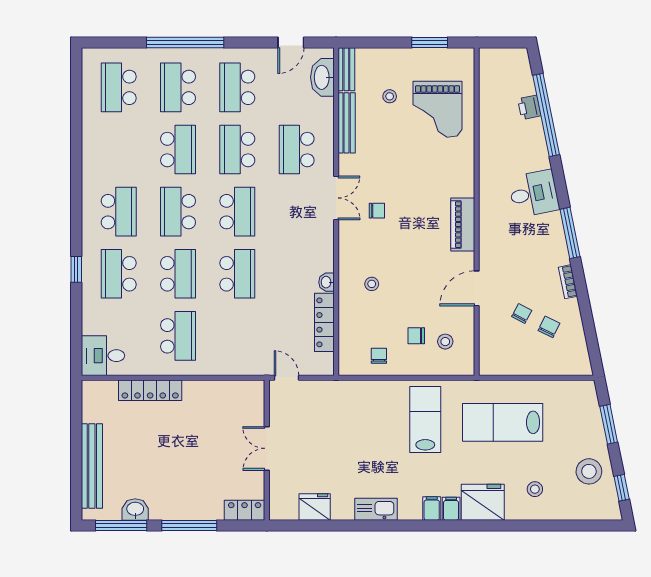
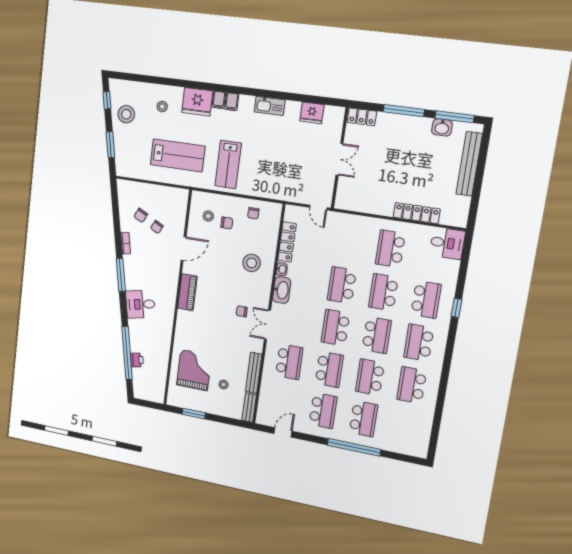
washbasin: (322, 77) -> (282, 290), moved
school desk: (119, 87) -> (412, 385), moved, turned 180
stool: (372, 284) -> (252, 263), width x1.89, depth x1.89

